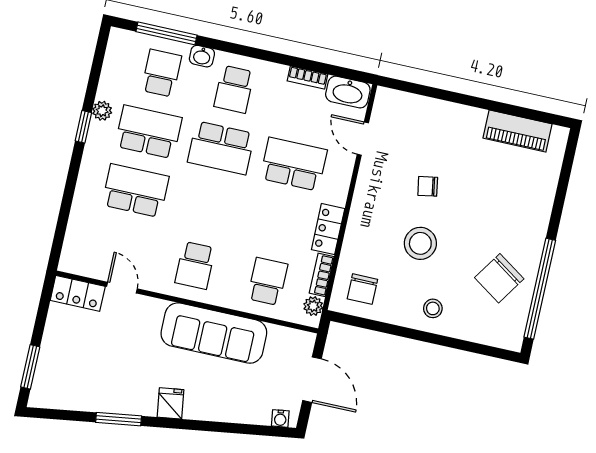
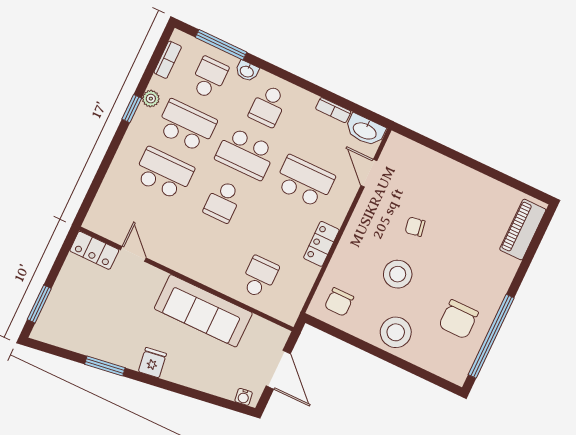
piano: (518, 131) -> (523, 230), moved, turned 90
school desk: (195, 265) -> (223, 201), moved
bookcase: (322, 275) -> (168, 60), moved, turned 180
chair: (499, 278) -> (459, 319), turned -34
plant: (313, 306) -> (294, 307), removed
stool: (433, 308) -> (396, 332), width x1.89, depth x1.89

